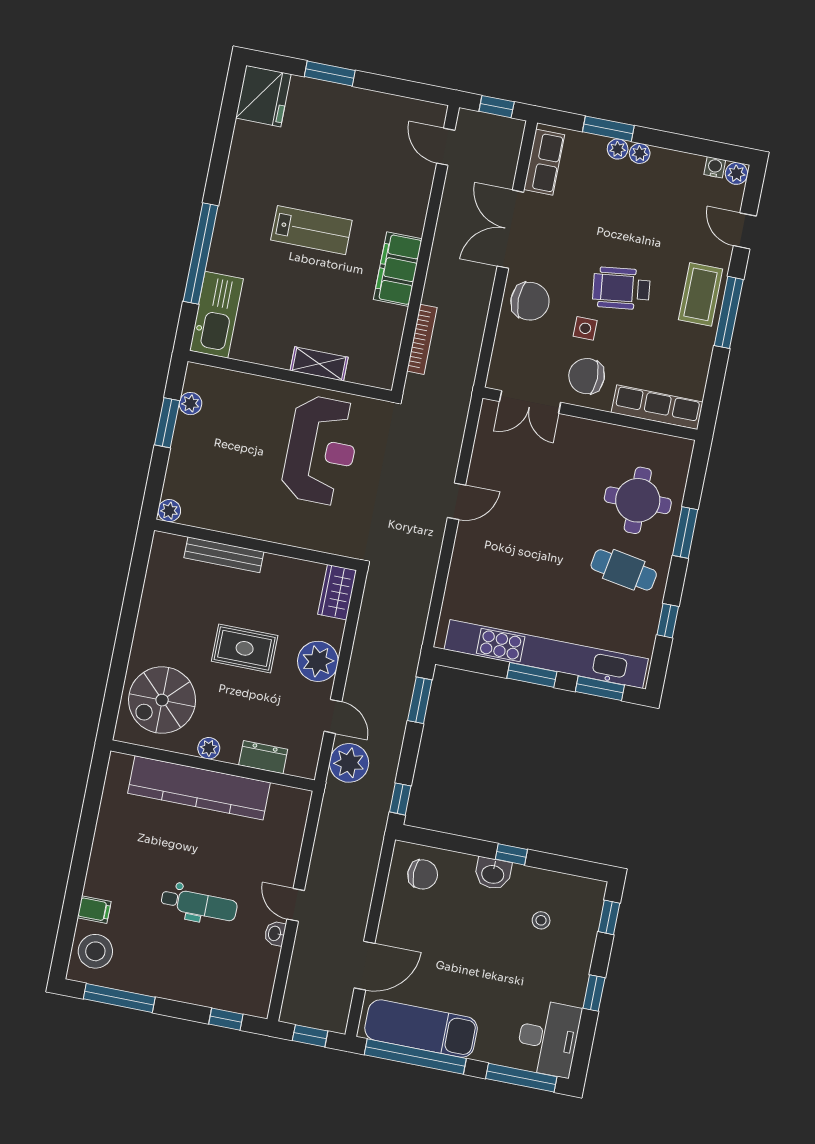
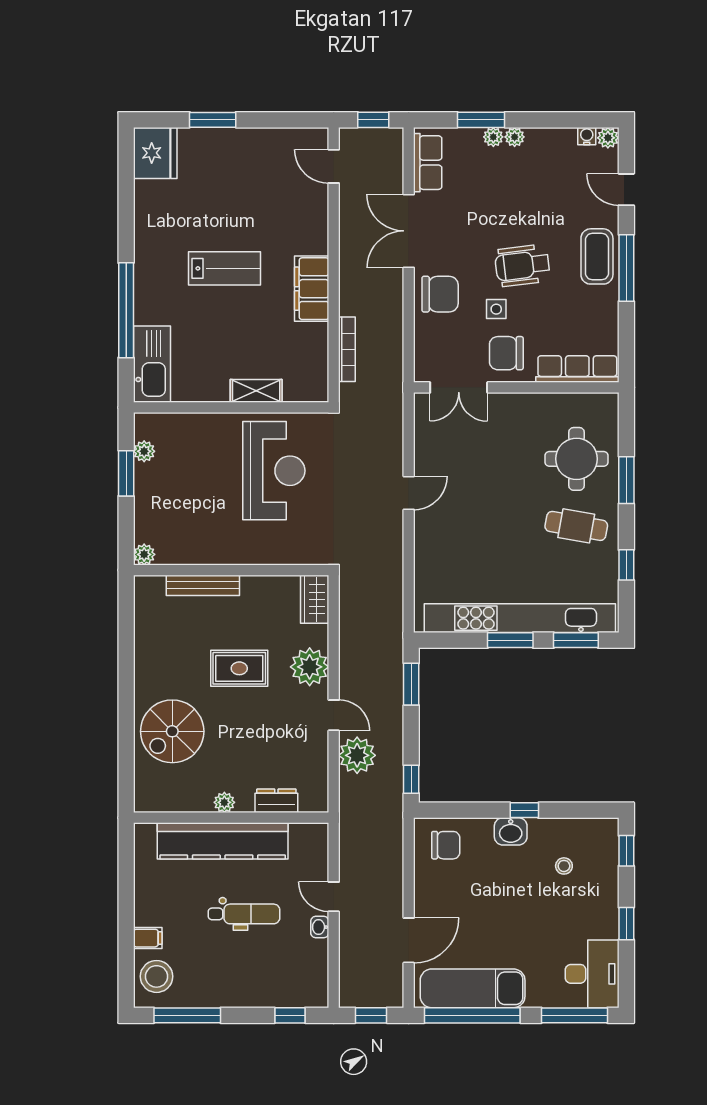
plant: (209, 748) -> (224, 802), moved
dresser: (263, 757) -> (276, 801), moved
wall: (213, 765) -> (231, 818), moved
kitchen counter: (199, 788) -> (223, 841), moved

